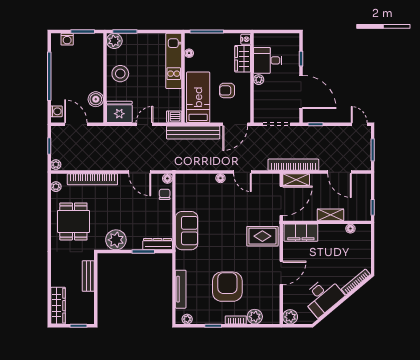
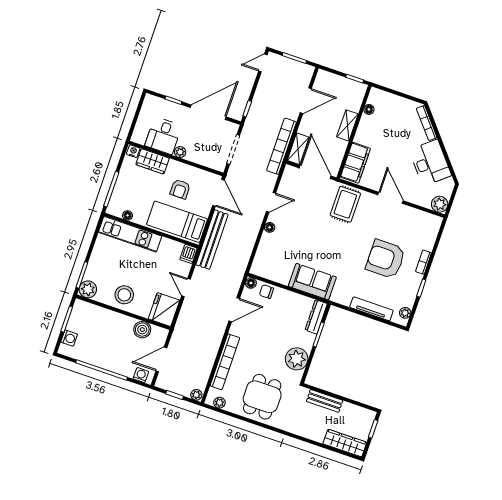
dining table: (73, 221) -> (262, 397), turned 90
plant: (255, 317) -> (427, 241), removed

